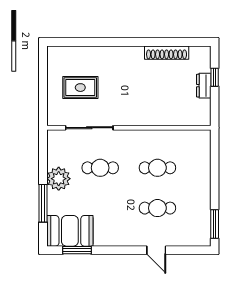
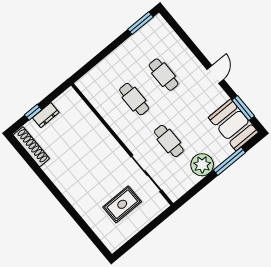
shoe rack: (167, 53) -> (31, 147), moved
rug: (80, 88) -> (122, 204), turned 90
door: (156, 250) -> (215, 74), moved

